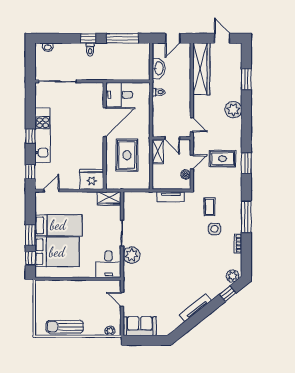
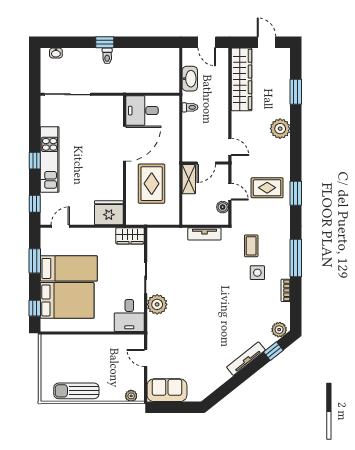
window: (122, 38) -> (146, 42), removed
door: (173, 38) -> (207, 42), hinge flipped
door: (172, 138) -> (206, 163), hinge flipped
door: (192, 162) -> (230, 192), hinge flipped
window: (30, 235) -> (35, 261), moved
tv unit: (195, 308) -> (246, 359), moved

